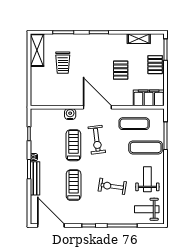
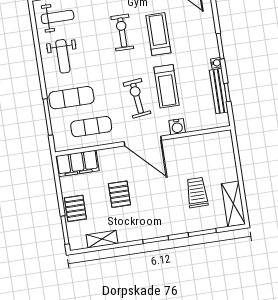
bench: (35, 178) -> (219, 91), moved
treadmill: (74, 185) -> (158, 34), turned 180
exercise bike: (112, 186) -> (122, 32), moved, turned -98

